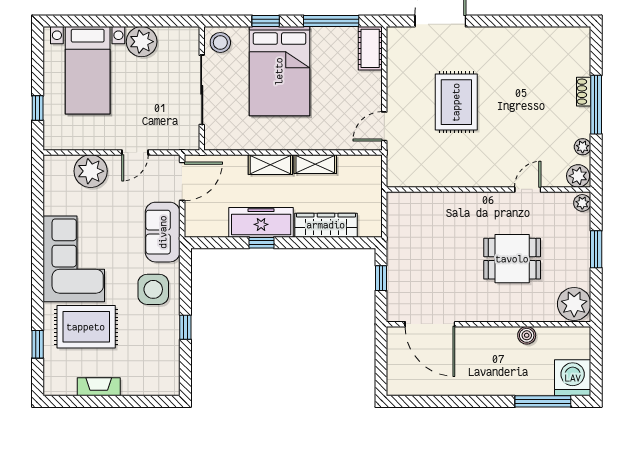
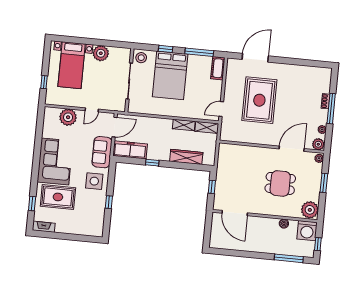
rug: (456, 102) -> (259, 100), width x1.37, depth x1.44
shelving: (270, 165) -> (207, 127), moved
door: (528, 189) -> (292, 149), width x1.87
freezer: (261, 222) -> (130, 150), moved
window: (596, 369) -> (318, 244), added
washing machine: (573, 378) -> (307, 231), moved, turned 180
fireplace: (99, 387) -> (44, 227), moved

